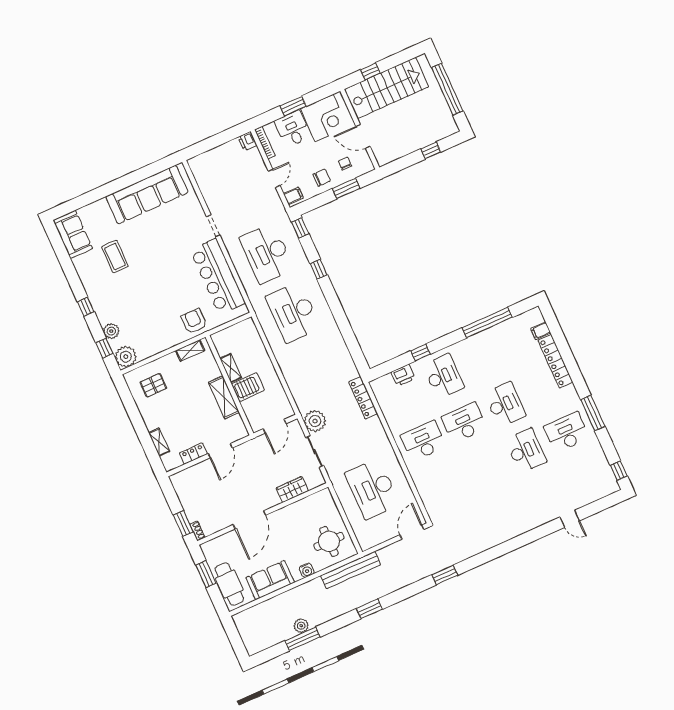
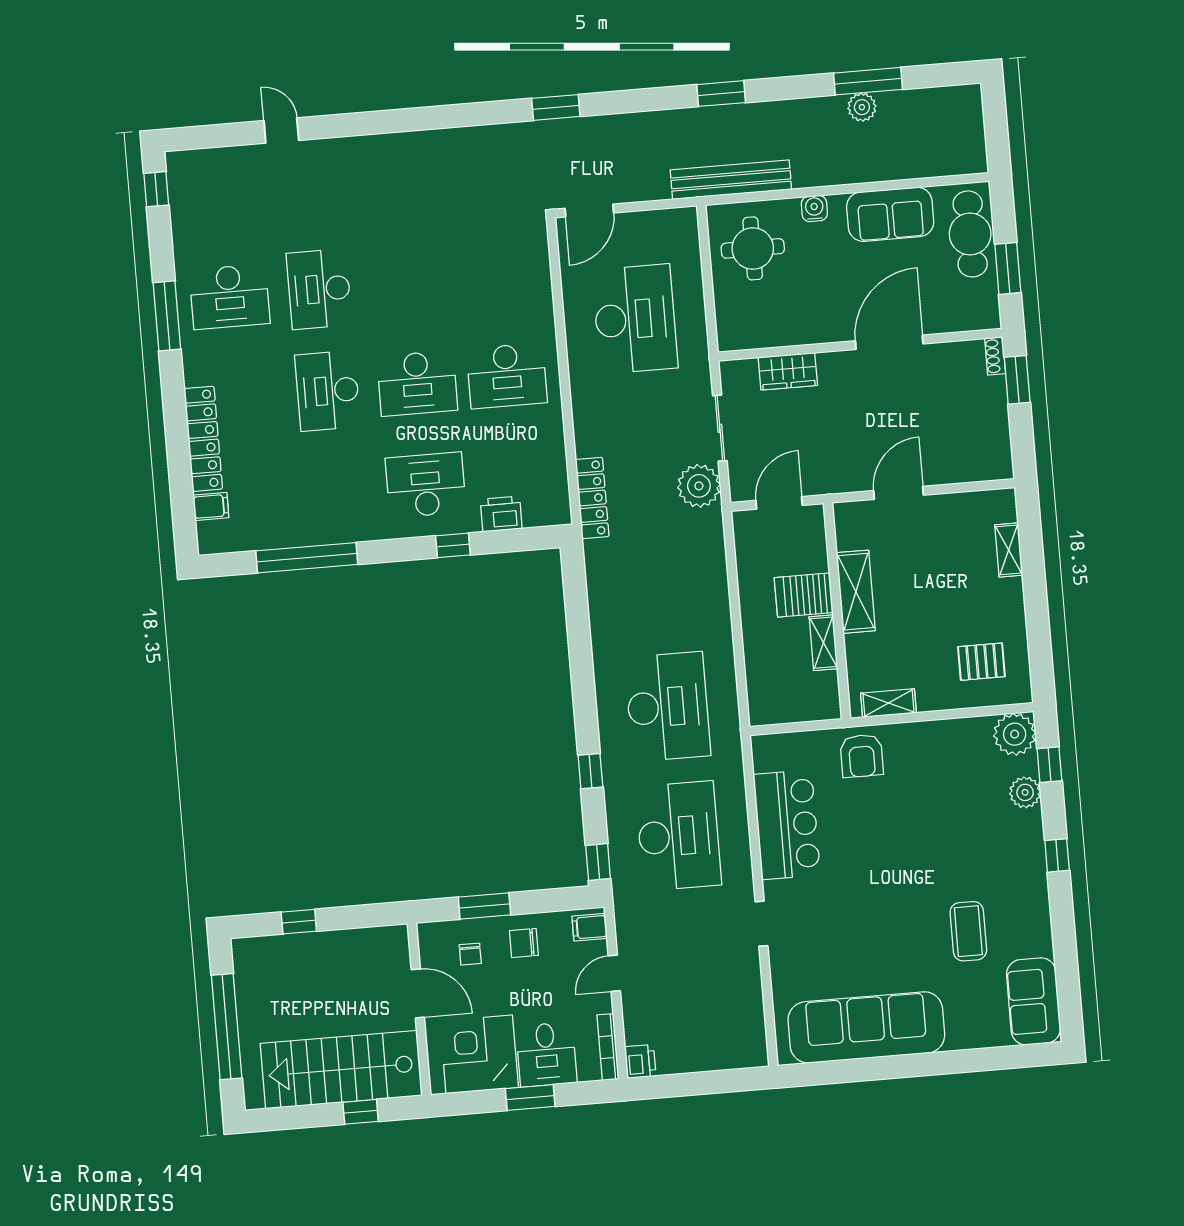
bar counter: (218, 277) -> (787, 825), width x0.73
desk: (443, 376) -> (426, 485), turned 90
locker: (193, 454) -> (951, 505), removed

